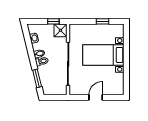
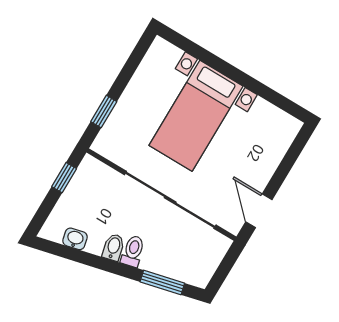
window: (103, 21) -> (104, 112), moved
shower: (61, 30) -> (92, 174), removed
door: (96, 97) -> (259, 211), moved

